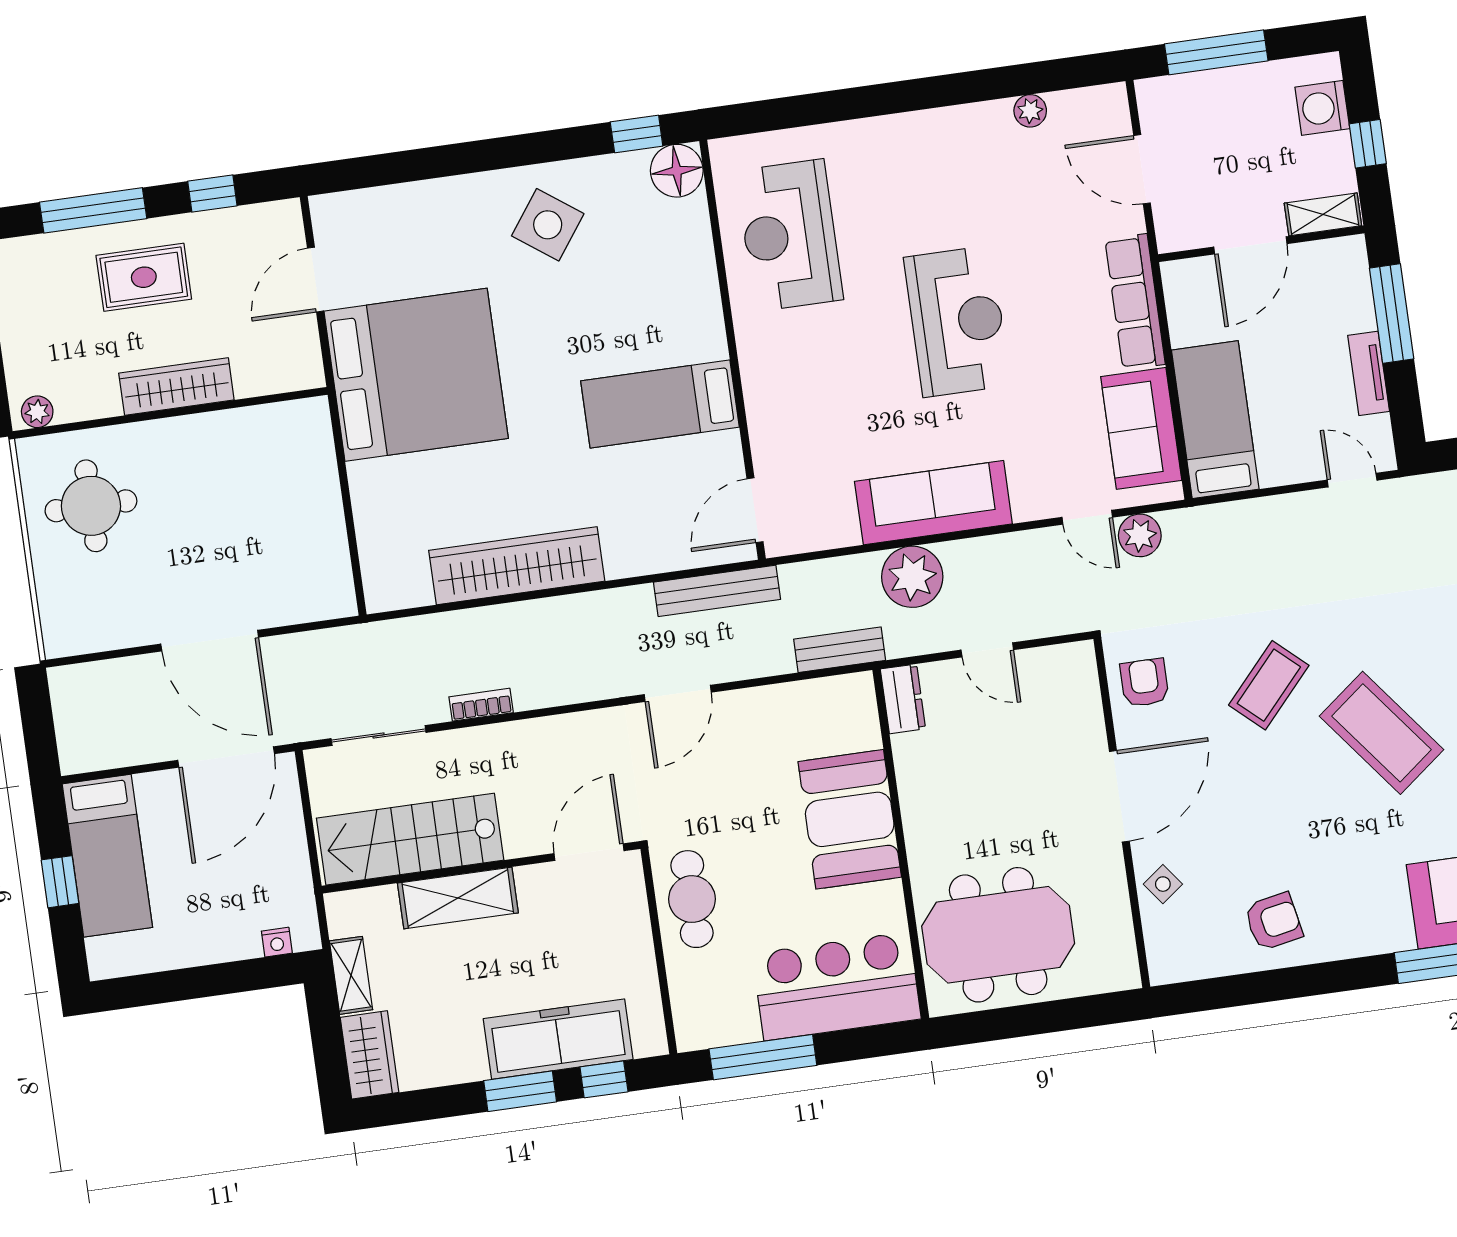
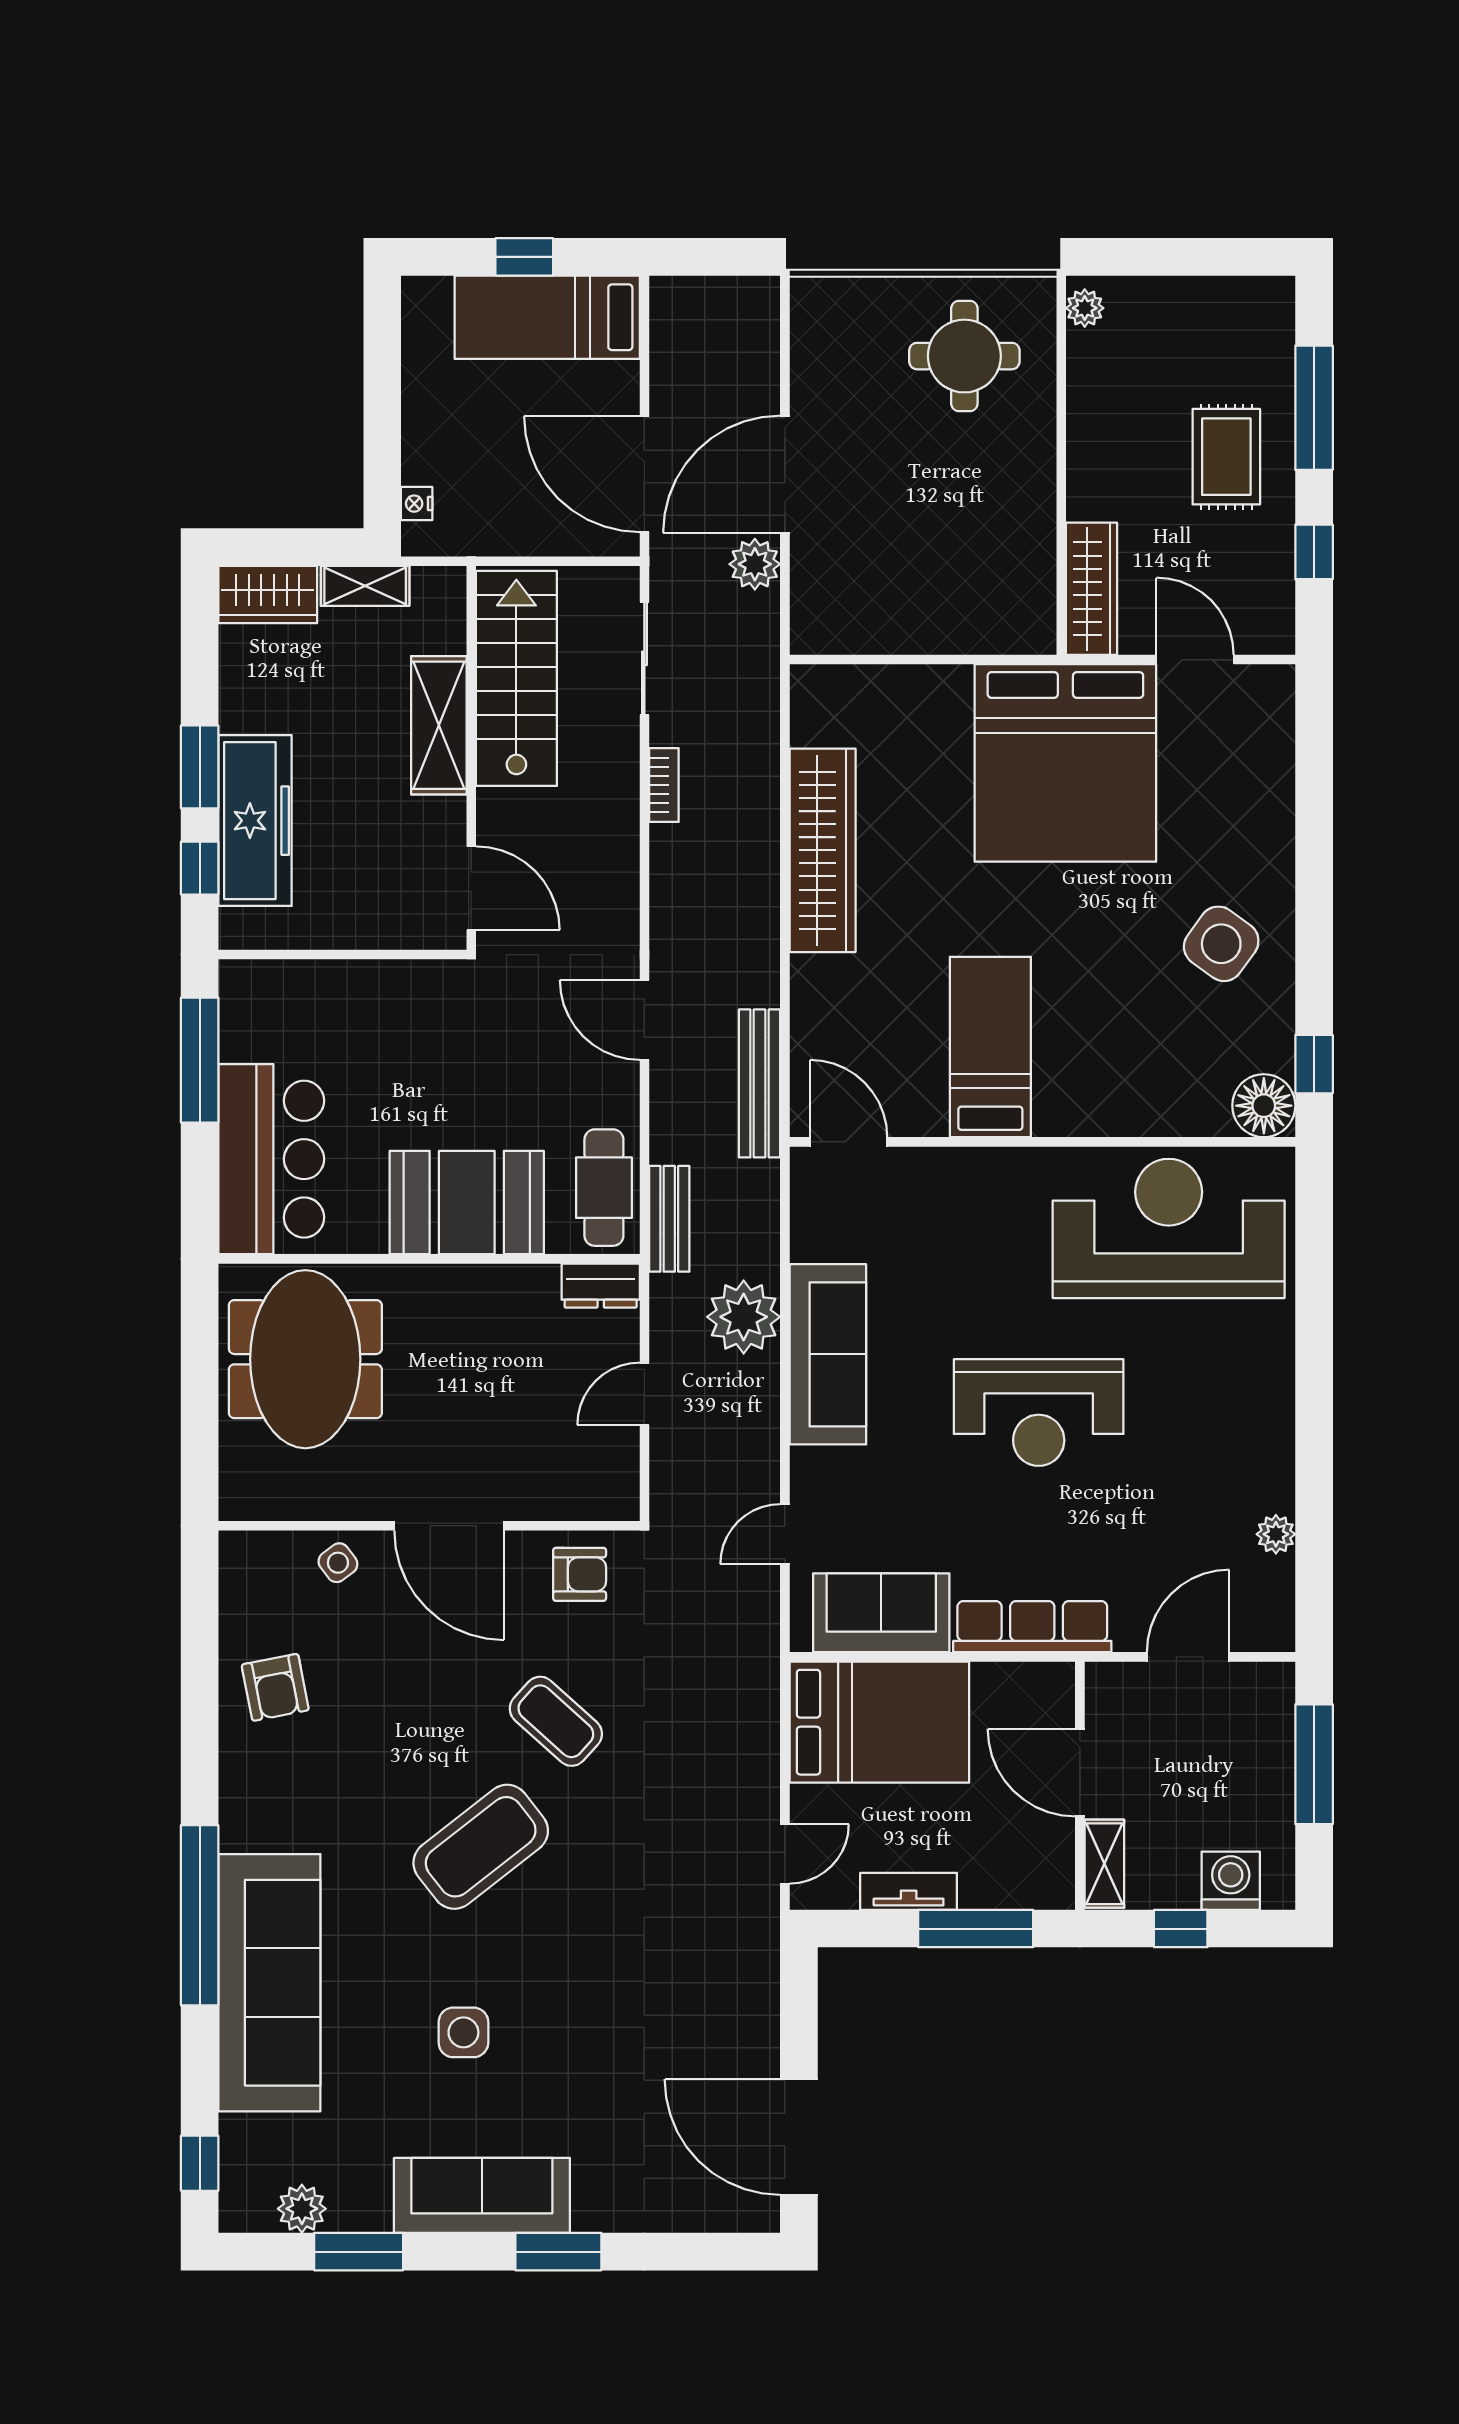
reception desk: (789, 235) -> (1169, 1228), width x1.36, depth x1.30
wardrobe: (176, 387) -> (1091, 589), moved
bed: (1215, 420) -> (879, 1722), width x1.50
plant: (1140, 535) -> (755, 564), moved
cafe table: (692, 899) -> (604, 1188), moved, turned 90

